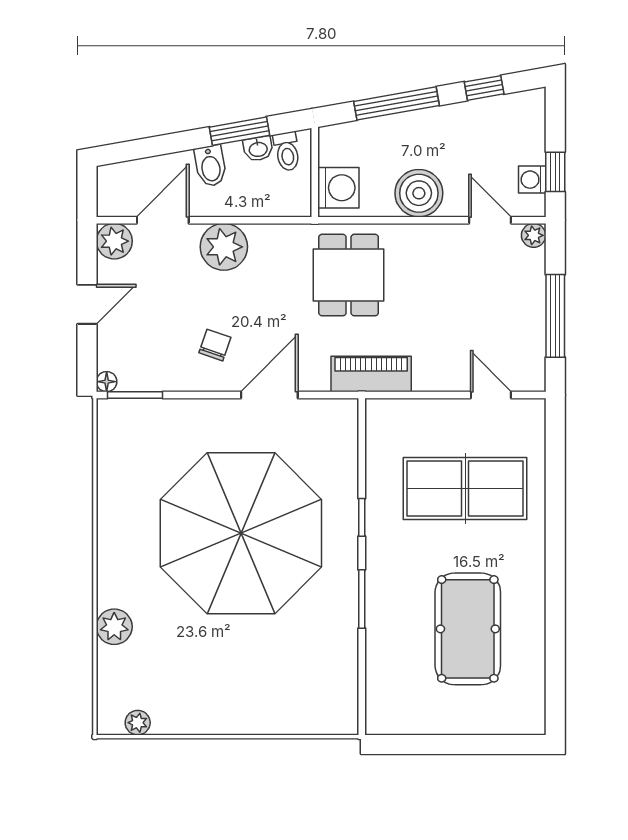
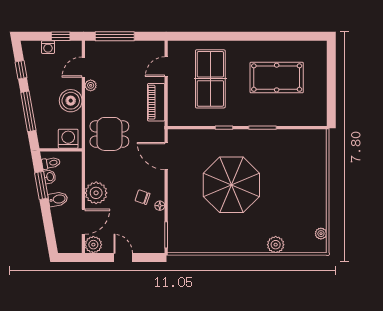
washing machine: (532, 180) -> (48, 47), moved
door: (163, 220) -> (83, 222), swing flipped
plant: (534, 235) -> (91, 85), moved
window: (555, 316) -> (115, 36), moved
piano: (371, 374) -> (156, 102), moved
floor lamp: (107, 382) -> (160, 206), moved
door: (269, 395) -> (166, 156), moved
parasol: (241, 533) -> (231, 185), width x0.73, depth x0.73

